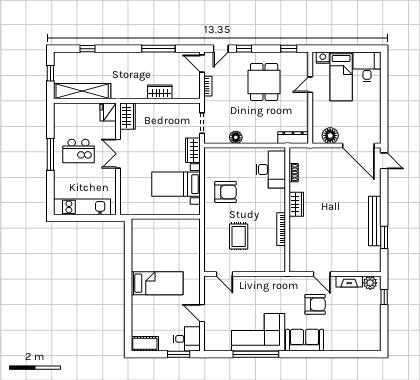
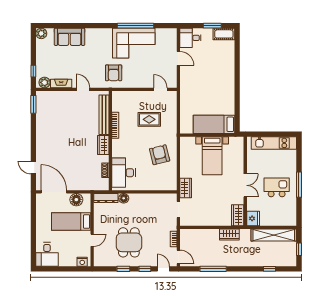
door: (221, 49) -> (163, 269), hinge flipped
window: (289, 49) -> (123, 269), moved
bed: (341, 76) -> (71, 222), moved, turned -90
wardrobe: (160, 92) -> (229, 234), moved
floor lamp: (236, 137) -> (124, 198), moved
door: (384, 161) -> (33, 168), moved
bed with nightstands: (176, 184) -> (212, 156), moved, turned 90
armchair: (226, 192) -> (160, 155), turned 76
bench: (375, 221) -> (104, 115), moved
rug: (239, 236) -> (149, 119), turned 90
window: (384, 237) -> (33, 104), moved
bed: (157, 283) -> (214, 124), moved
armchair: (315, 304) -> (114, 73), moved, turned -90
sofa: (305, 340) -> (69, 37), moved
plant: (374, 344) -> (41, 33), added
window: (179, 354) -> (212, 26), moved

